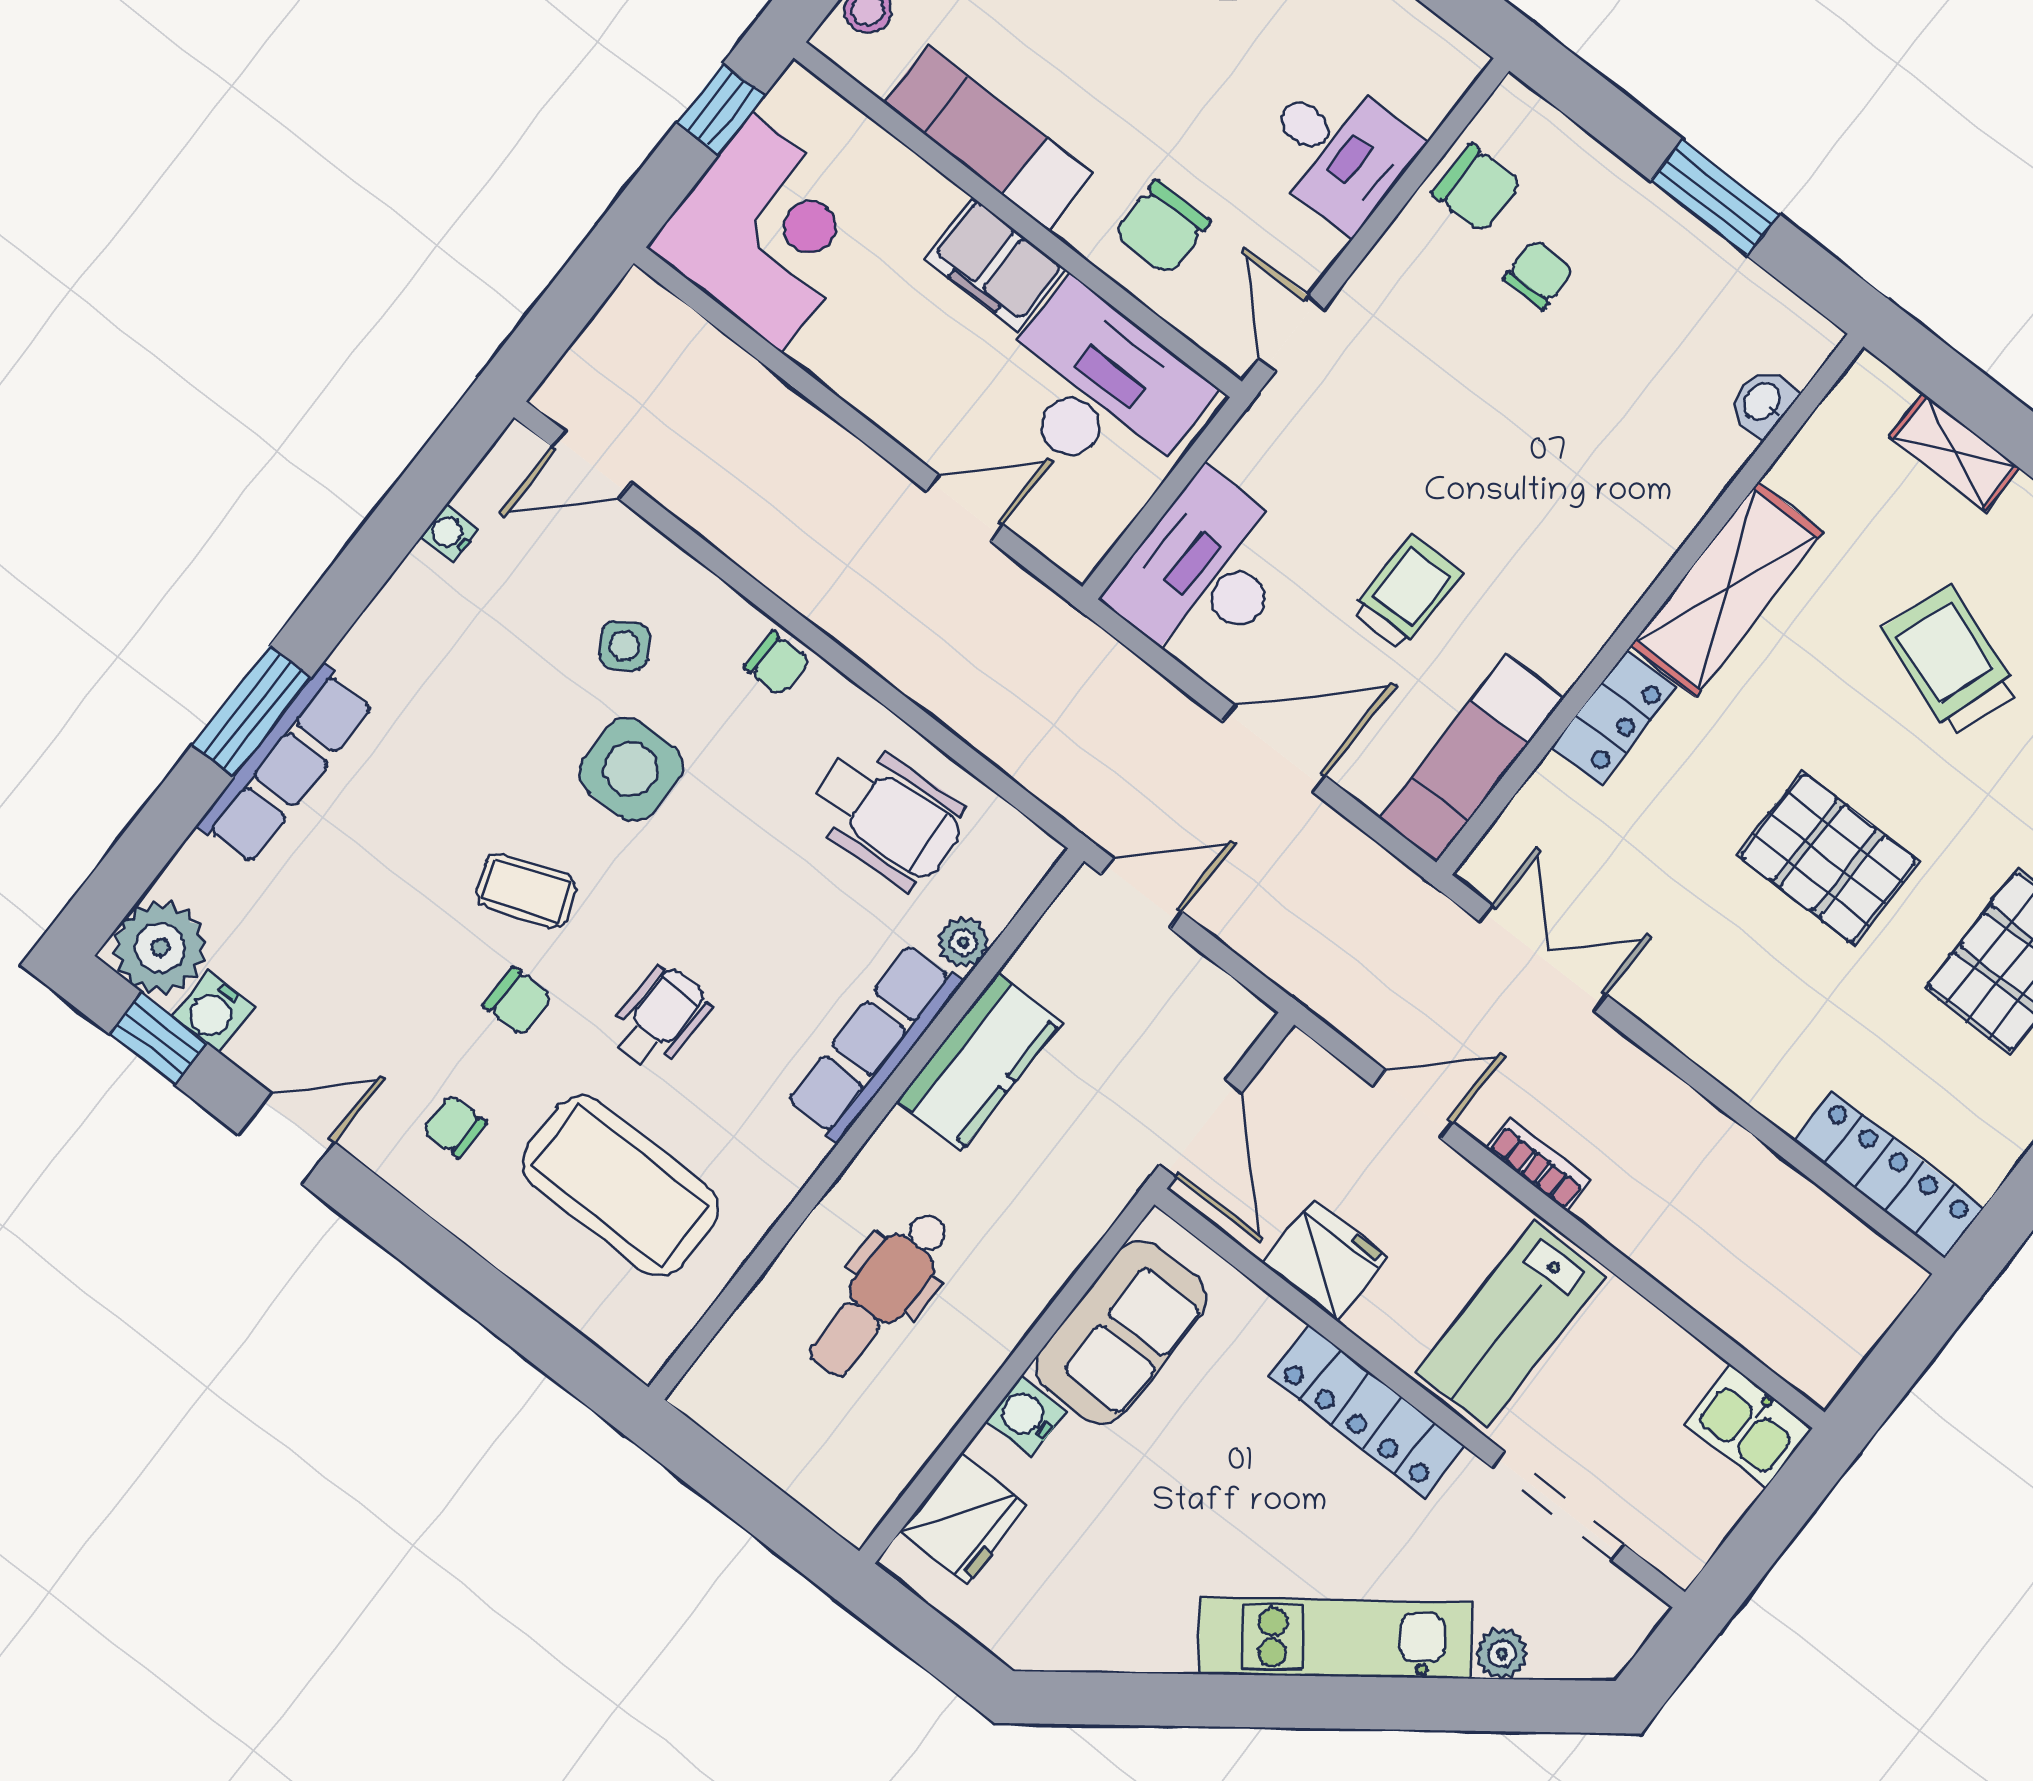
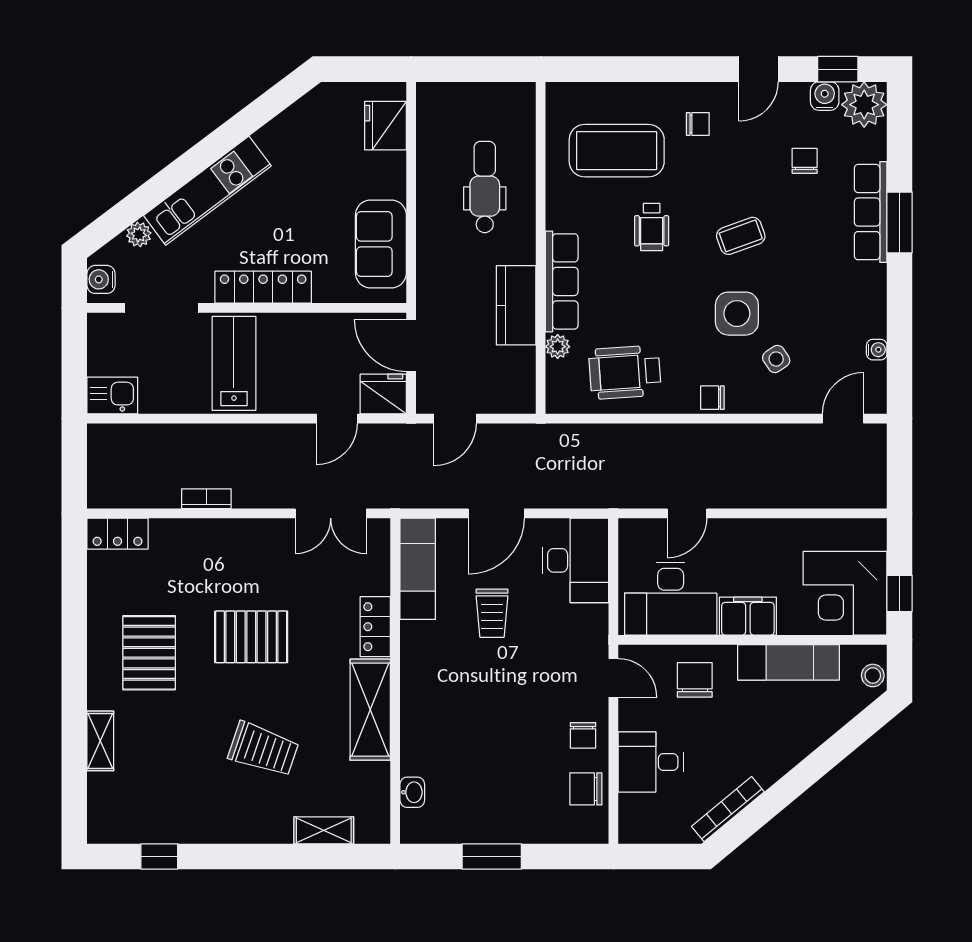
corner desk: (767, 232) -> (845, 593), moved
chair: (1539, 274) -> (583, 735), moved
door: (1141, 893) -> (455, 419), moved
chair: (518, 1001) -> (805, 161), moved, turned 90
bookcase: (1539, 1164) -> (206, 499), moved, turned 180
locker: (1888, 1174) -> (118, 534), width x0.66
fridge: (1325, 1260) -> (383, 394), moved, turned 180
water cooler: (1026, 1416) -> (101, 279), moved, turned 180

